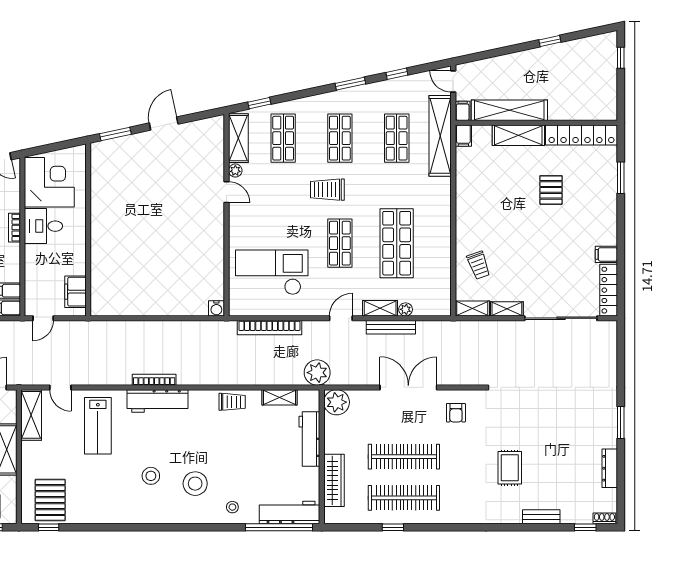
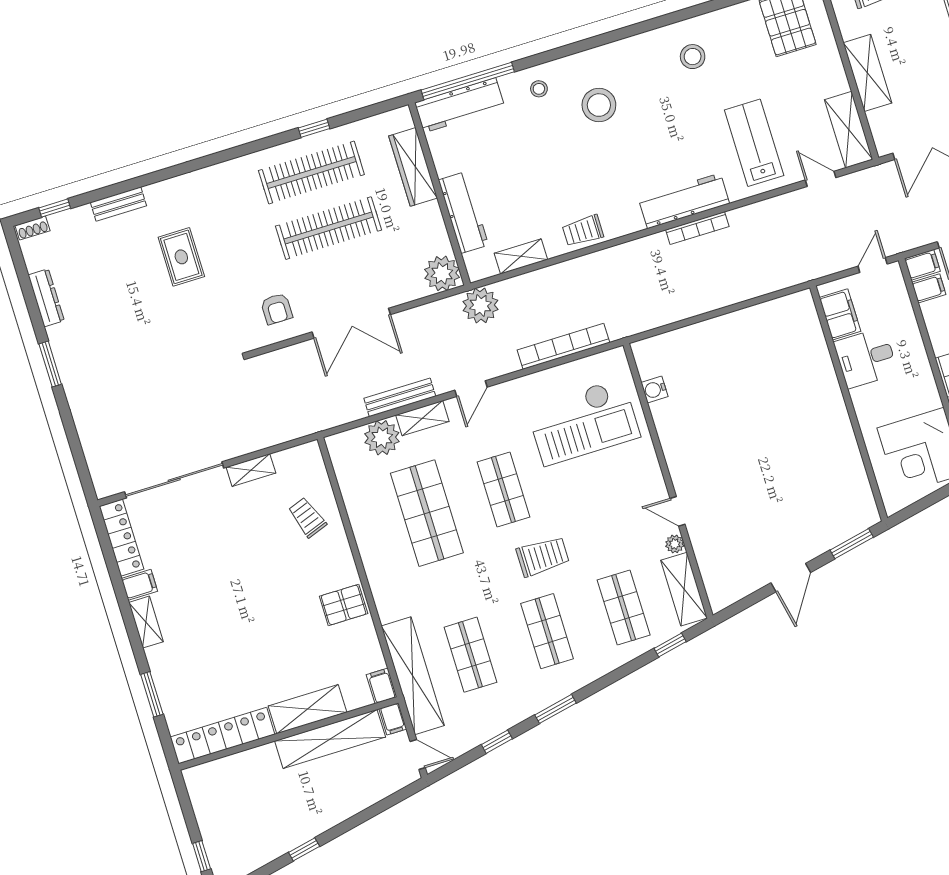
pallet: (551, 190) -> (344, 605), moved, turned 90
desk: (43, 226) -> (866, 358), moved, turned 180
water cooler: (216, 308) -> (655, 389), moved, turned -90
shelving: (472, 308) -> (146, 622), moved, turned 90
plant: (406, 309) -> (382, 438), width x1.88, depth x1.88
armchair: (456, 413) -> (277, 309), turned 180
stool: (151, 476) -> (693, 57), moved

